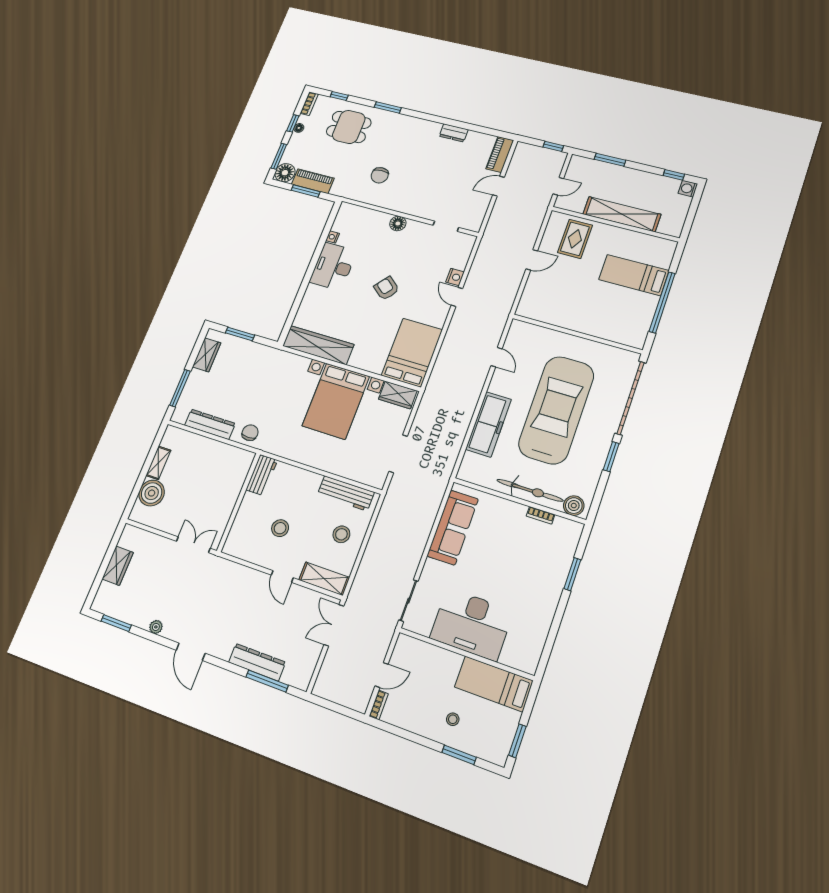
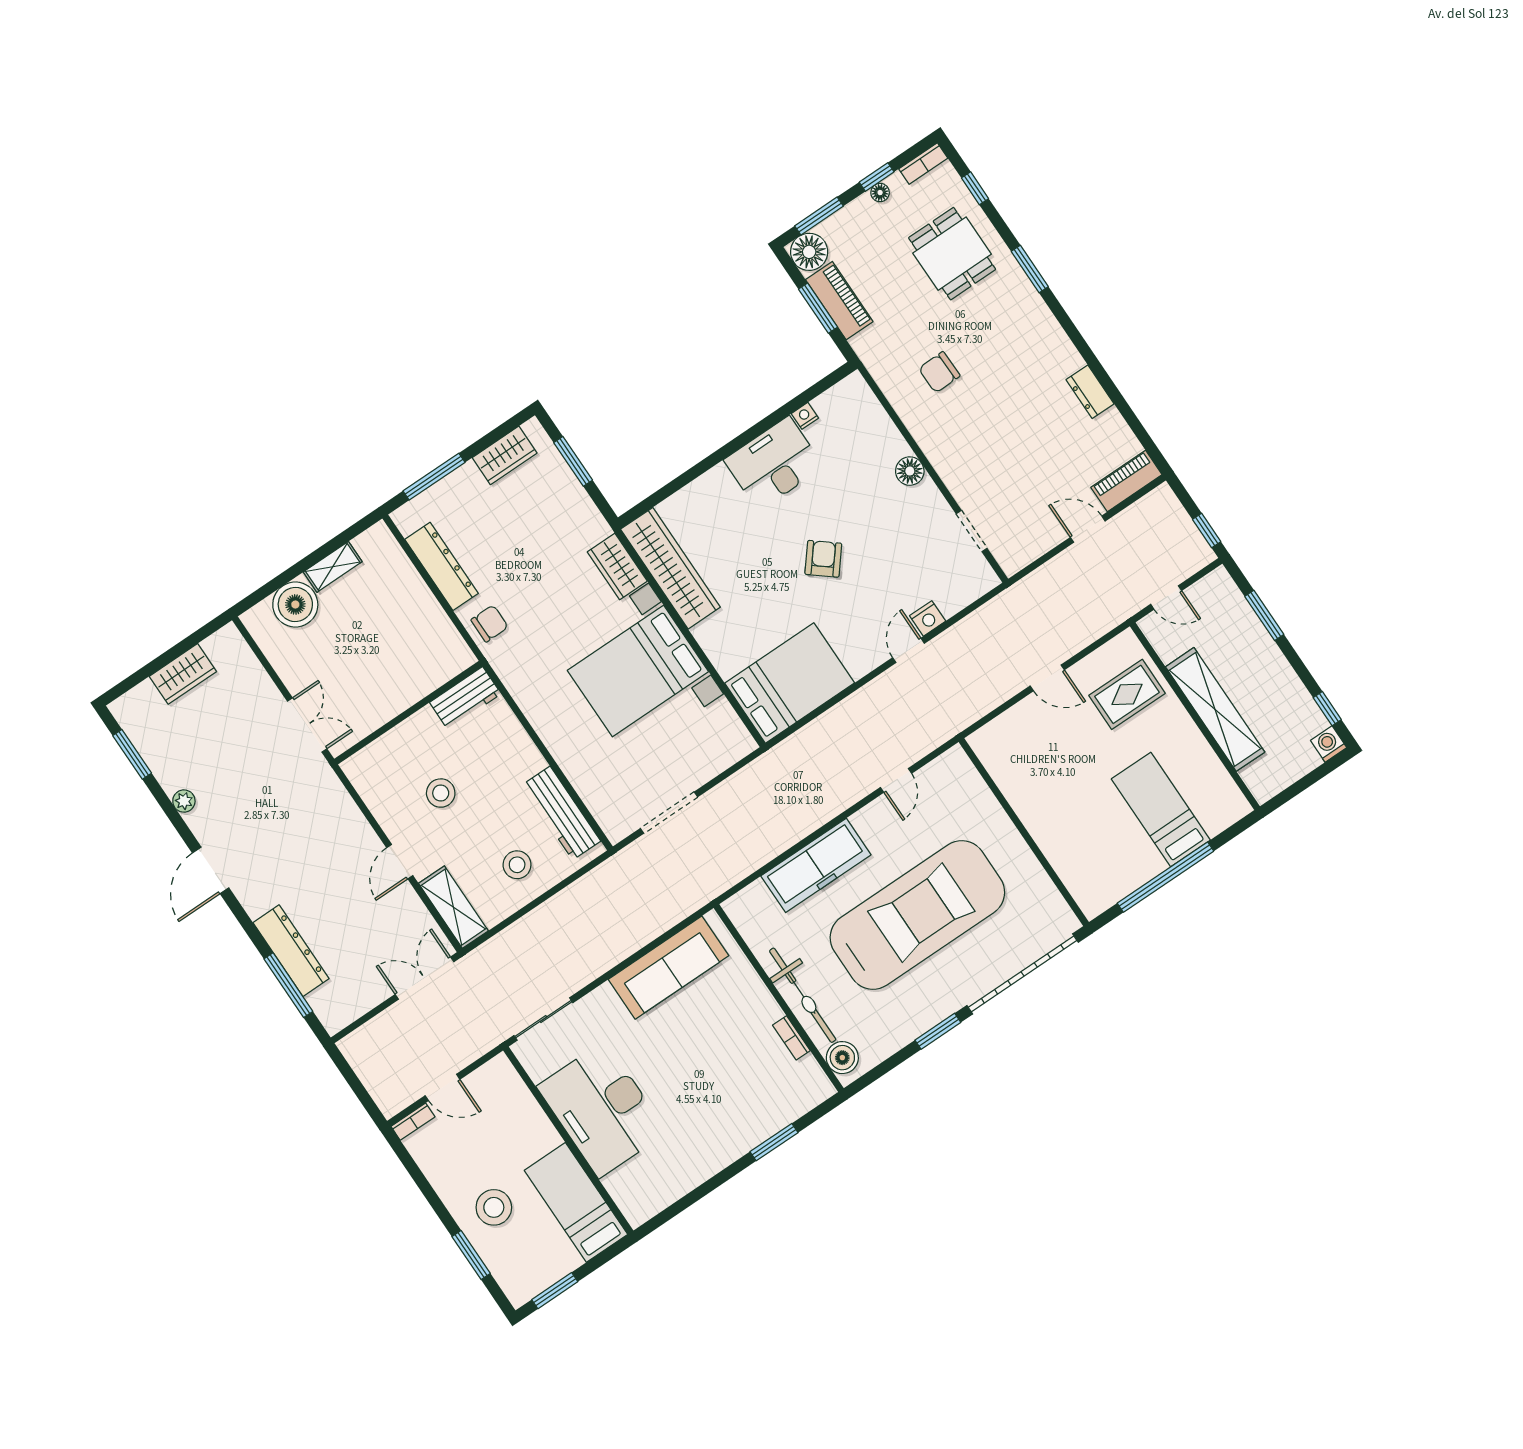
wardrobe: (398, 395) -> (617, 566), moved
stool: (453, 719) -> (494, 1207), width x1.89, depth x1.89

